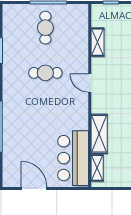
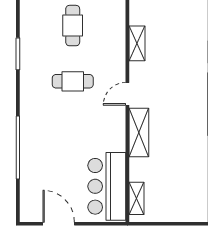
door: (90, 83) -> (127, 94), hinge flipped
shelving: (99, 134) -> (139, 132), moved

